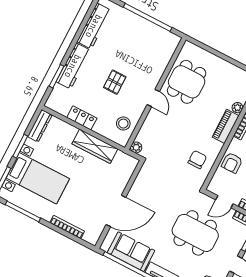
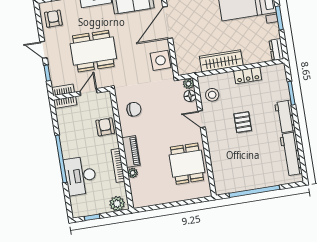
workbench: (73, 66) -> (285, 117), width x0.73
door: (153, 98) -> (202, 119), moved
dresser: (40, 126) -> (276, 50), width x0.70
floor lamp: (142, 136) -> (190, 96), added
chair: (197, 160) -> (134, 109), turned -90
side table: (145, 184) -> (161, 60), added

